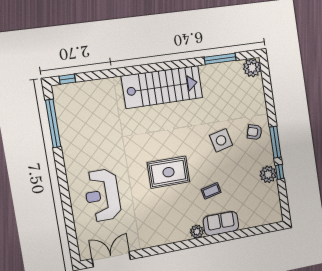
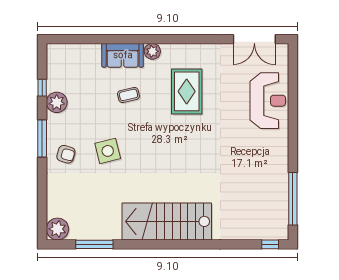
rug: (169, 172) -> (187, 91), moved, turned 90
window: (280, 172) -> (42, 88), moved
reception desk: (102, 195) -> (268, 101), moved

